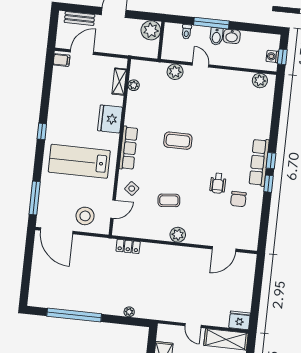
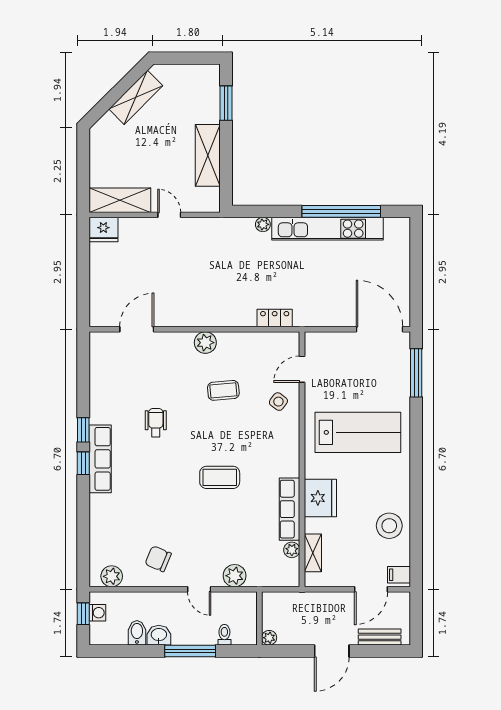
plant: (151, 30) -> (269, 638), width x0.53, depth x0.53
bidet: (216, 36) -> (137, 633), moved
window: (42, 131) -> (416, 469), removed
row of seats: (128, 148) -> (290, 509), moved
chair: (238, 199) -> (158, 559), moved, turned -67
stool: (85, 216) -> (389, 526), moved
kitchen unit: (85, 304) -> (327, 229), added

